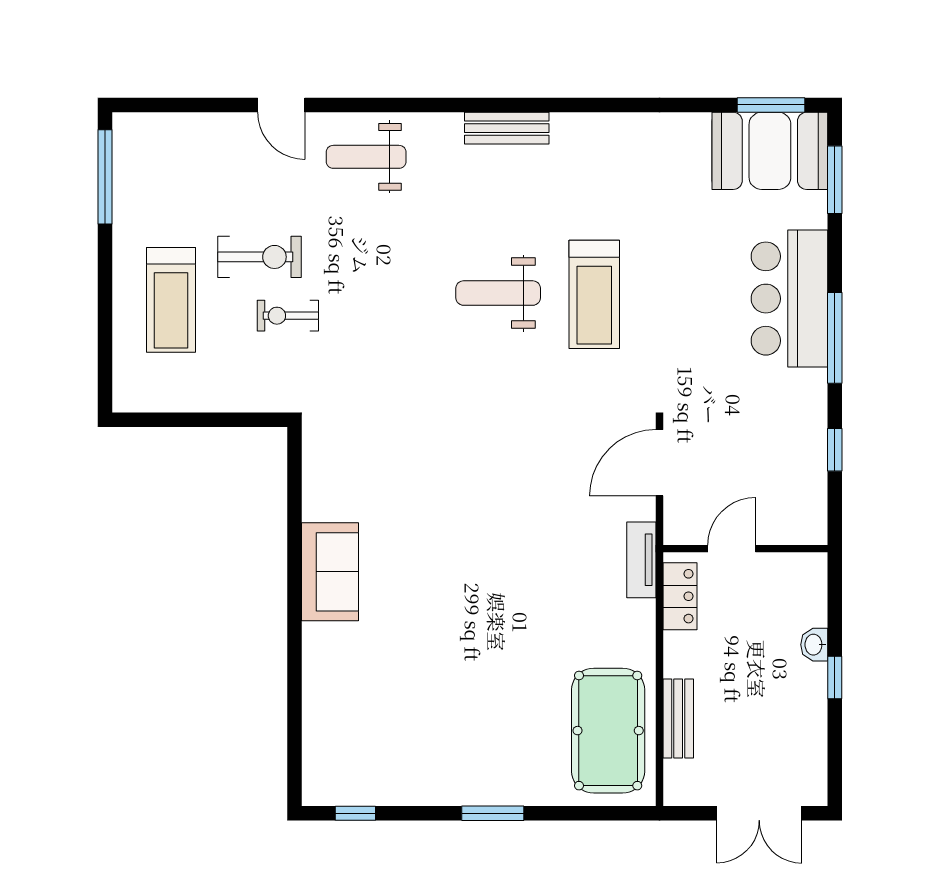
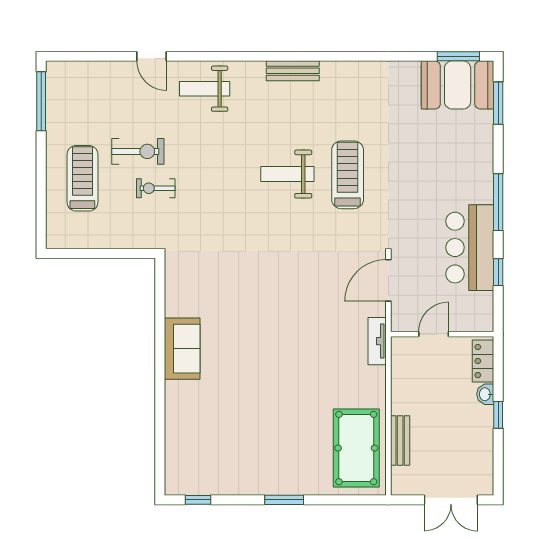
treadmill: (594, 294) -> (348, 175), turned 180
bar counter: (789, 299) -> (470, 248), moved
treadmill: (171, 300) -> (82, 178), turned 180
locker: (680, 596) -> (483, 361), moved, turned 180

